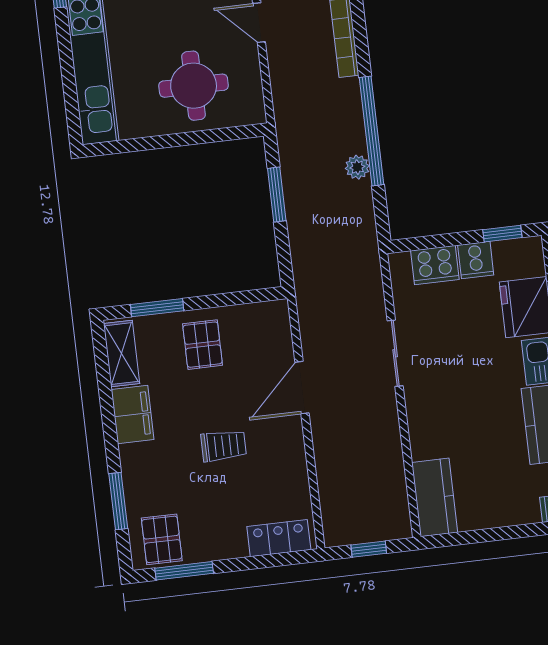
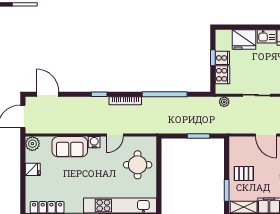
plant: (357, 167) -> (224, 102), moved
window: (277, 194) -> (199, 136), moved
window: (502, 234) -> (213, 58), moved

